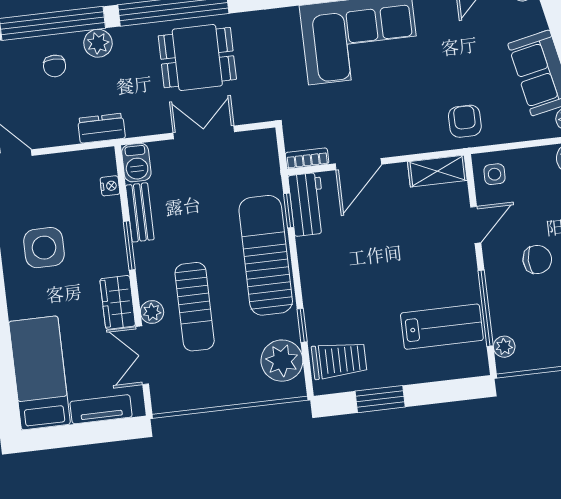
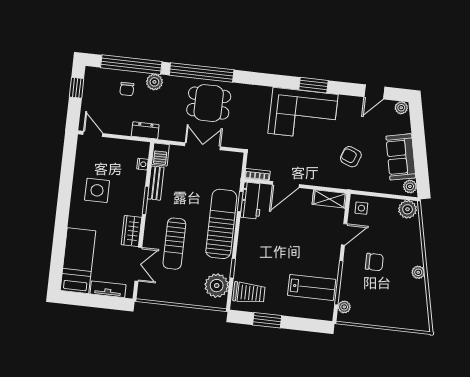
armchair: (465, 121) -> (351, 157), moved, turned -69
plant: (152, 312) -> (150, 241), removed
double door: (142, 355) -> (138, 264), swing flipped

